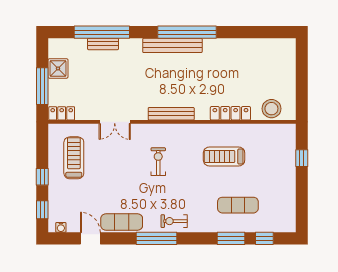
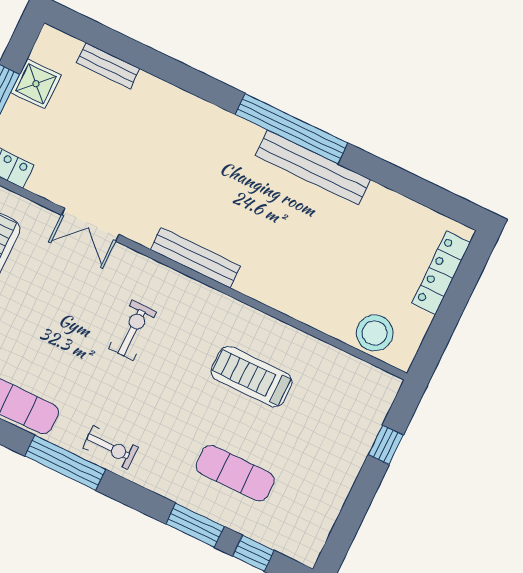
window: (102, 32) -> (143, 57), removed
bench: (103, 44) -> (108, 66), moved
bench: (172, 45) -> (313, 168), moved
locker: (230, 113) -> (441, 273), moved, turned -90
exercise bike: (174, 221) -> (110, 447), turned 180

